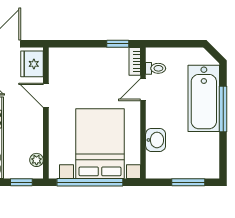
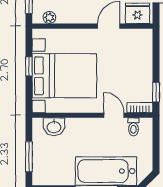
washbasin: (156, 140) -> (54, 127), moved
window: (90, 182) -> (29, 66), width x0.32

